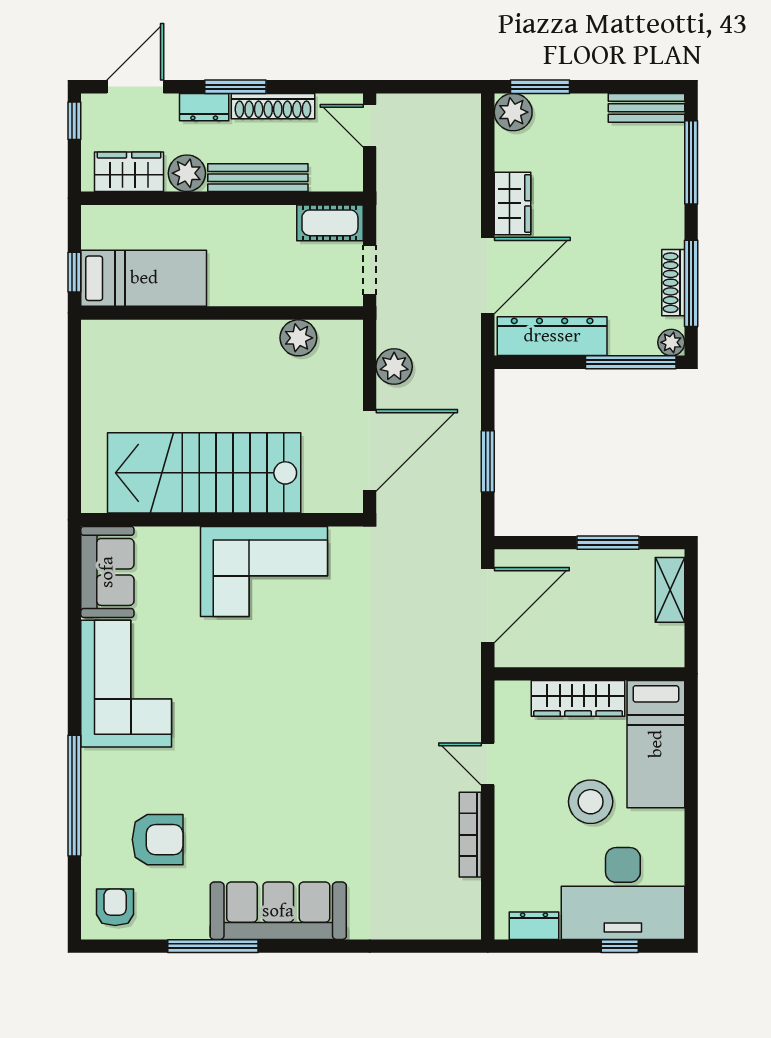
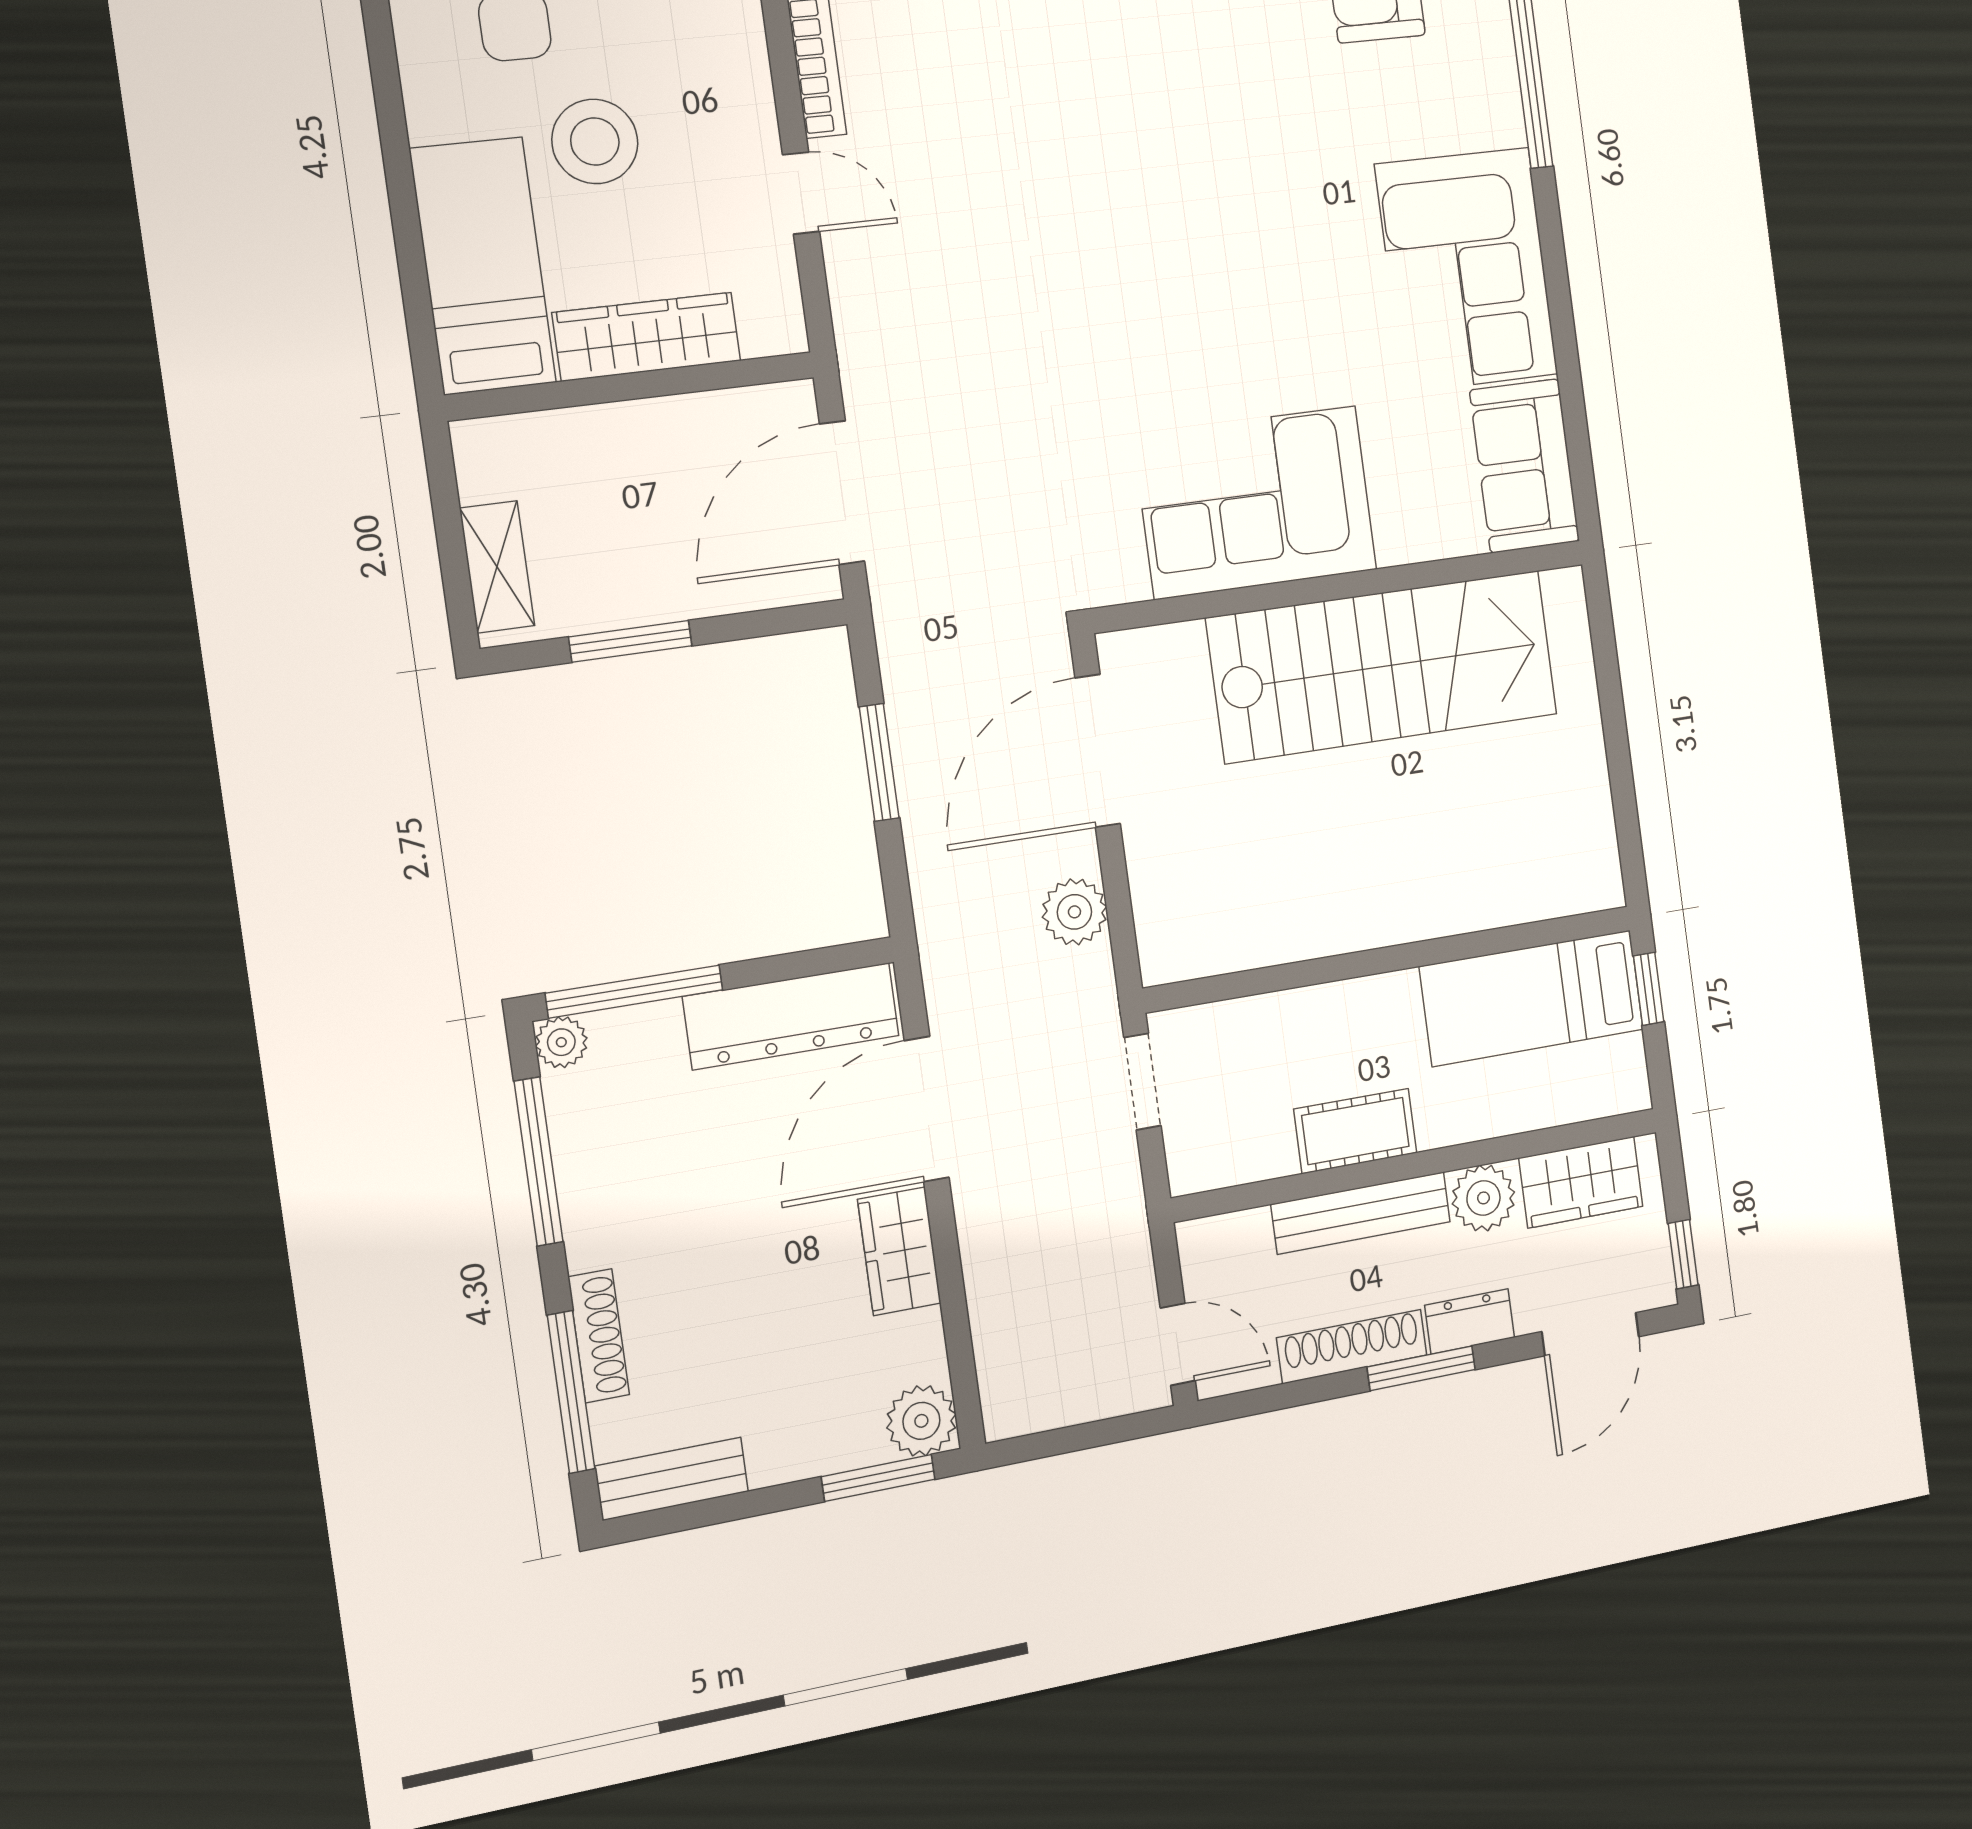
cot: (330, 223) -> (1355, 1131), moved
shoe rack: (673, 283) -> (599, 1336), moved
plant: (298, 338) -> (1252, 936), removed

